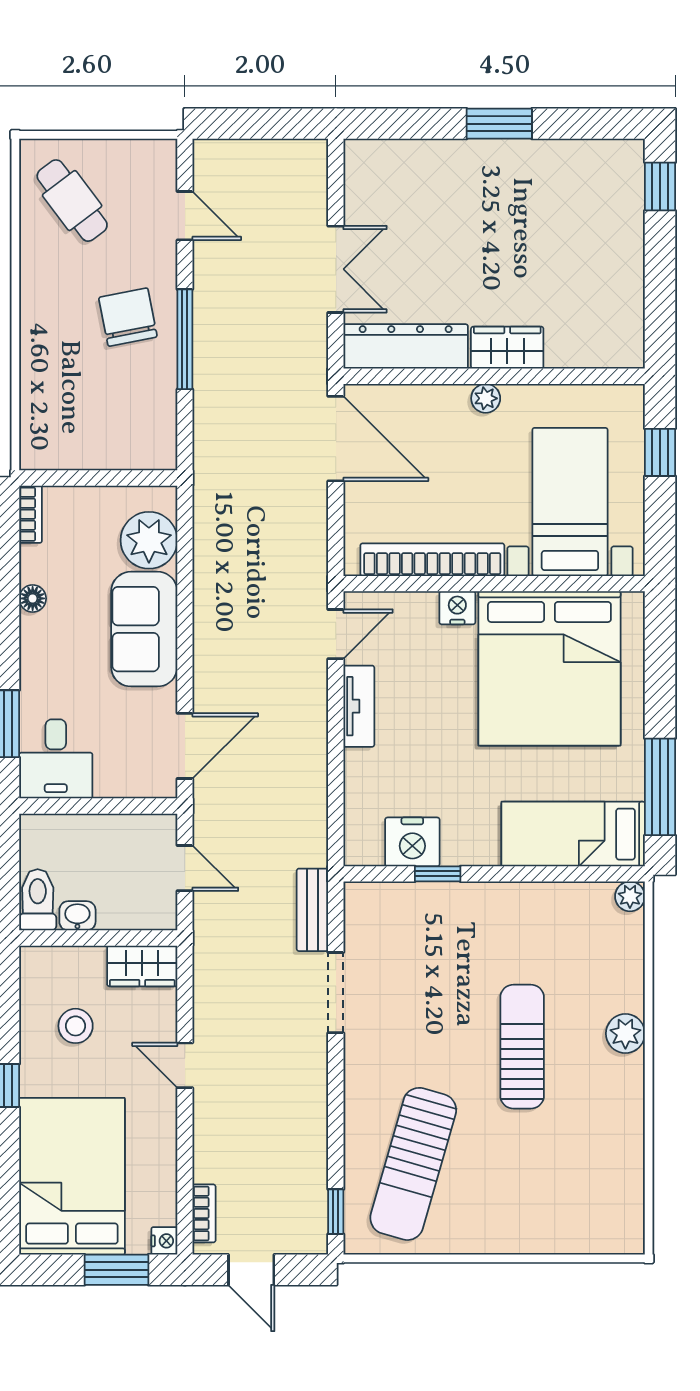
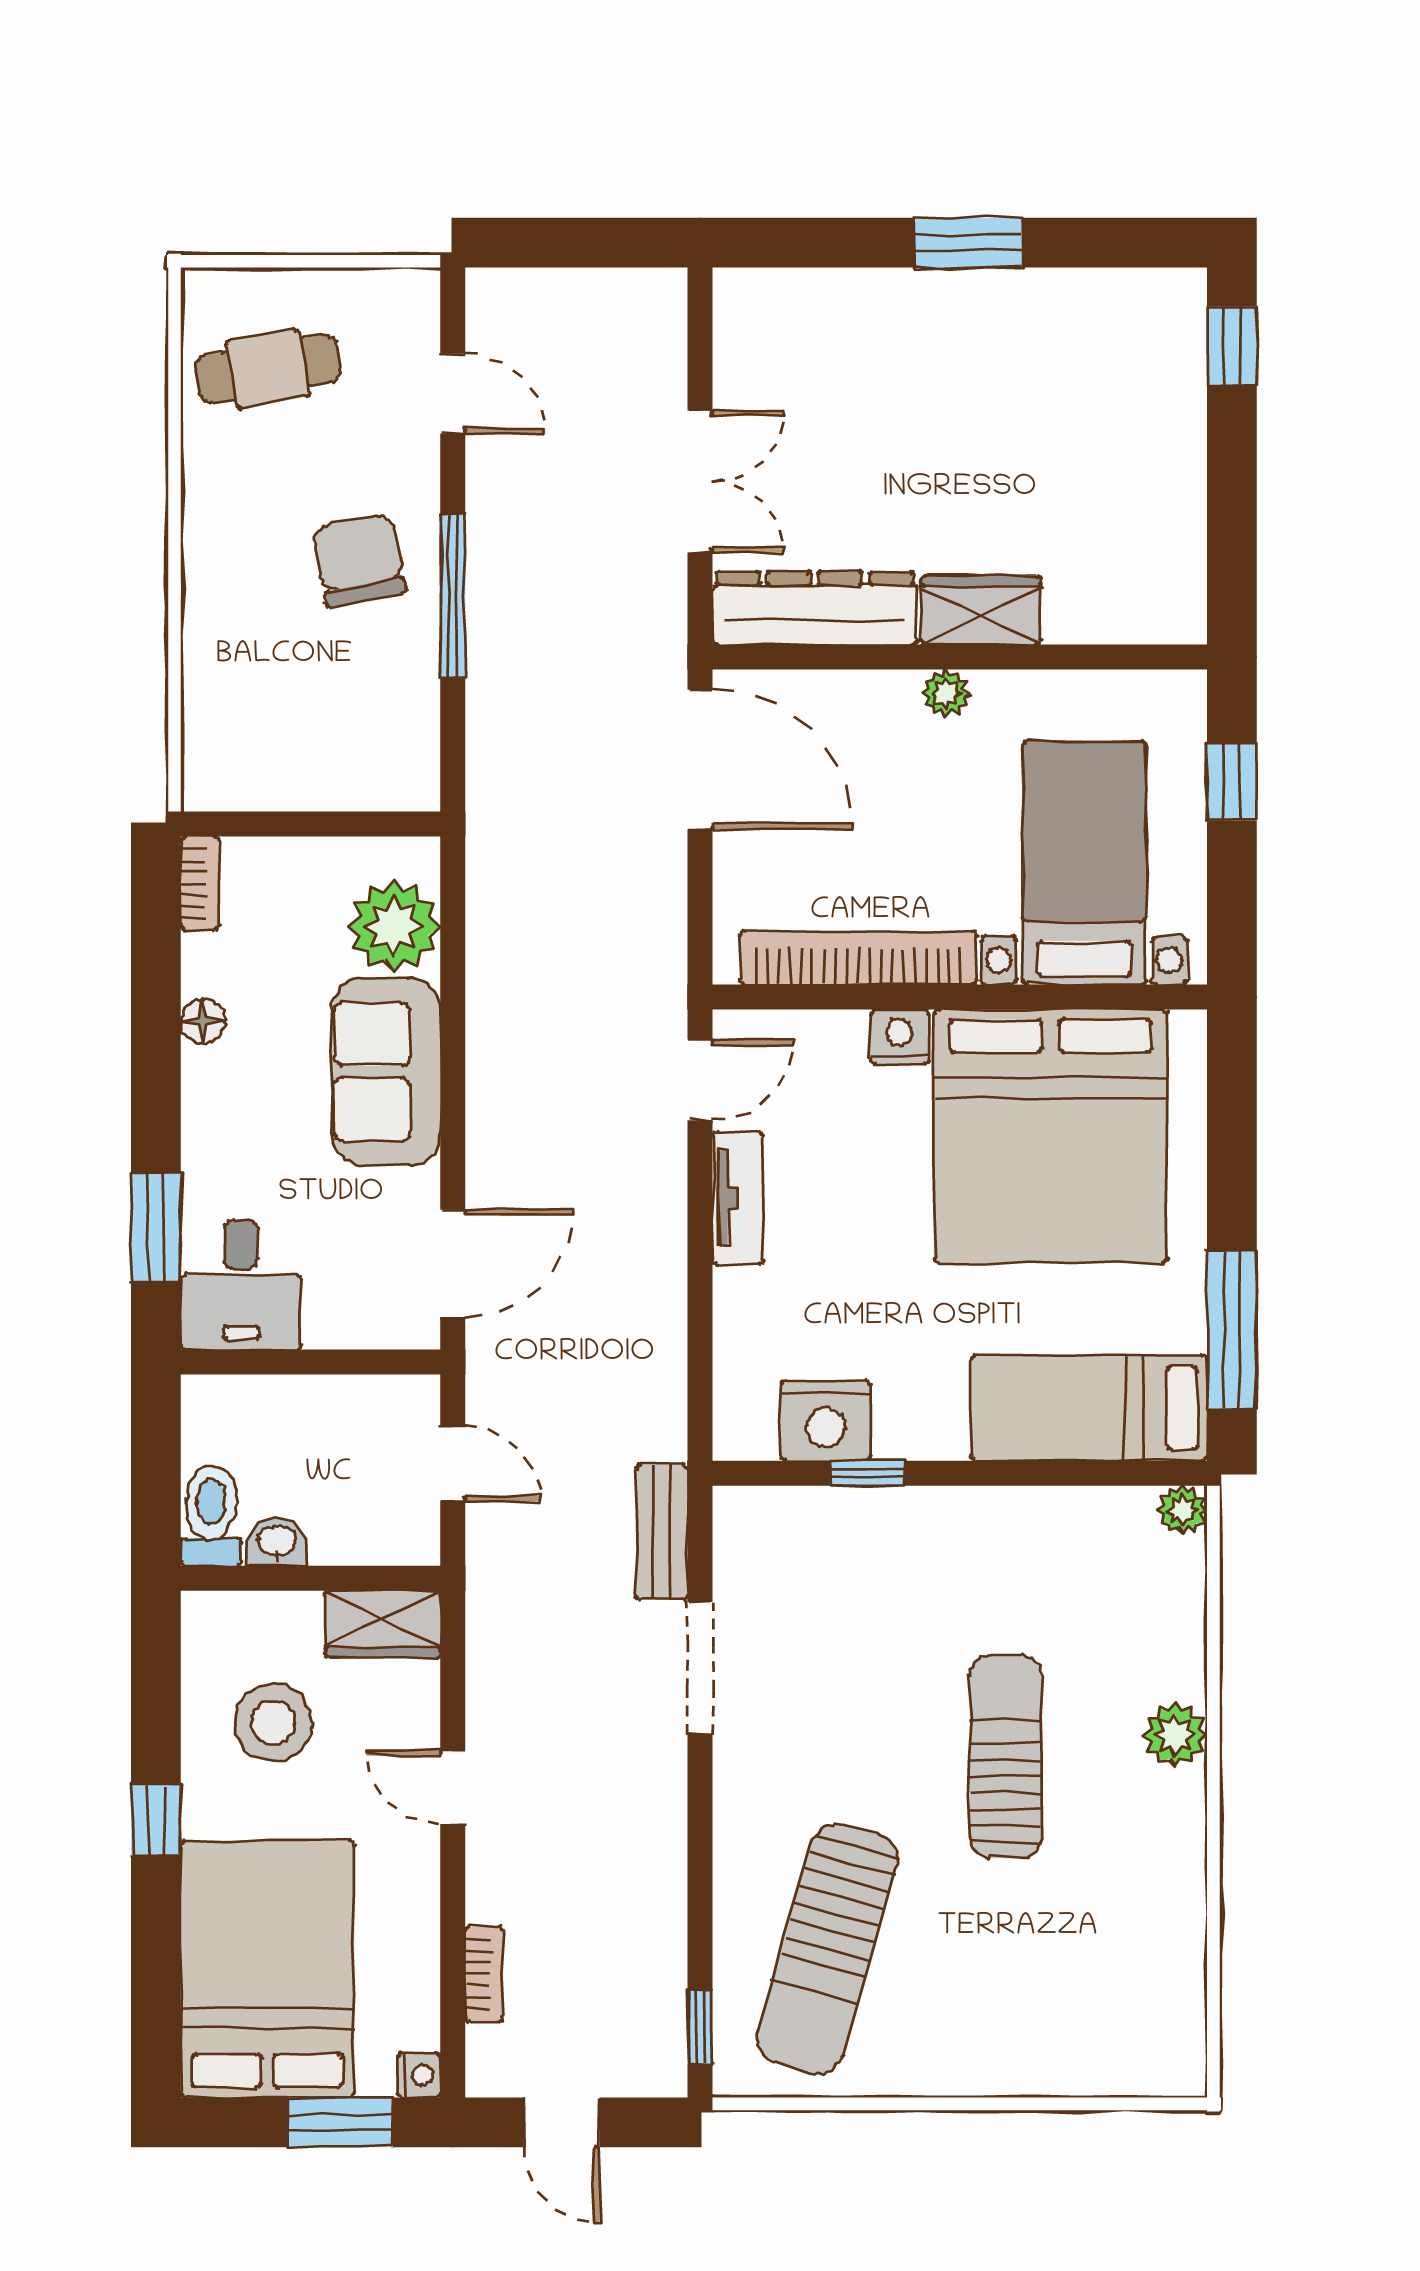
cafe table: (72, 201) -> (268, 369), turned -63
stool: (76, 1026) -> (273, 1723), width x1.38, depth x1.38
bookcase: (204, 1213) -> (484, 1974), moved

